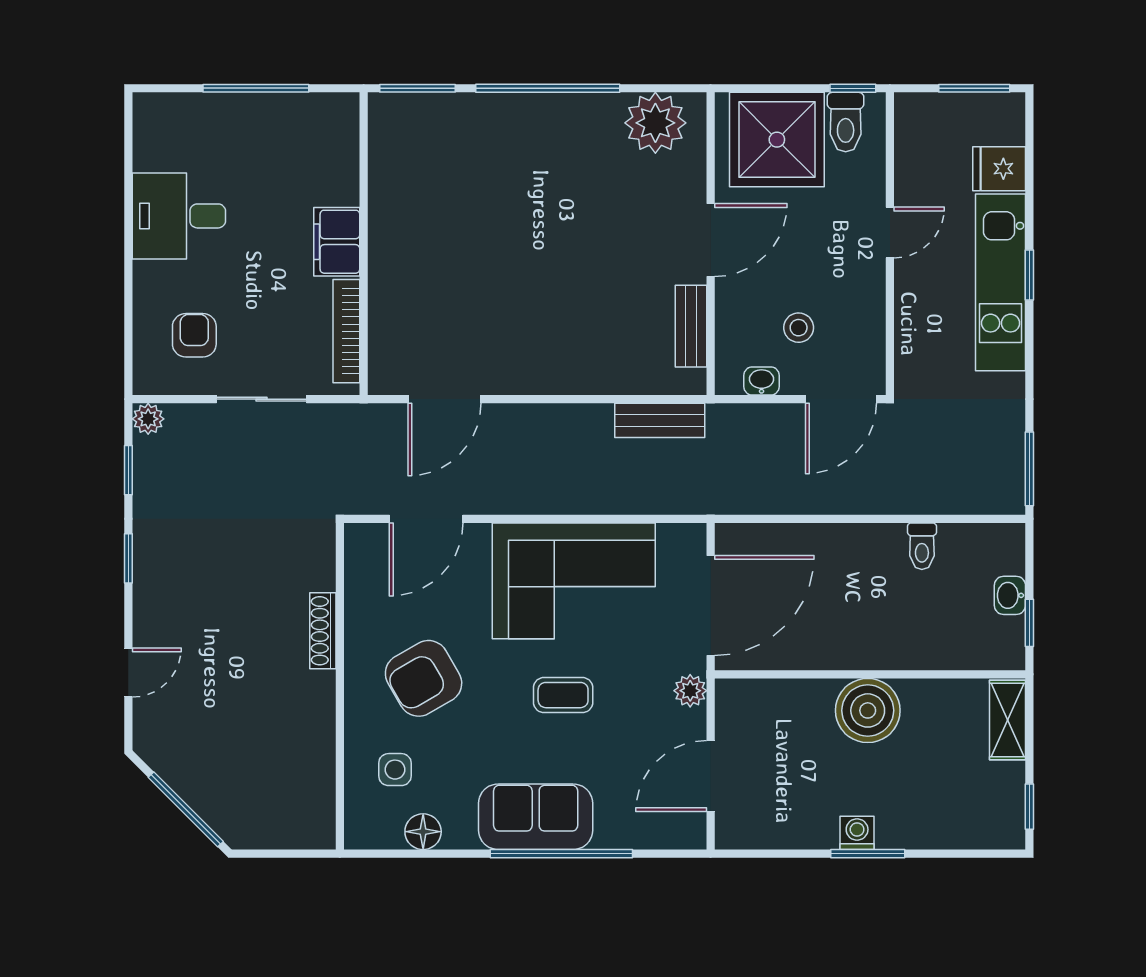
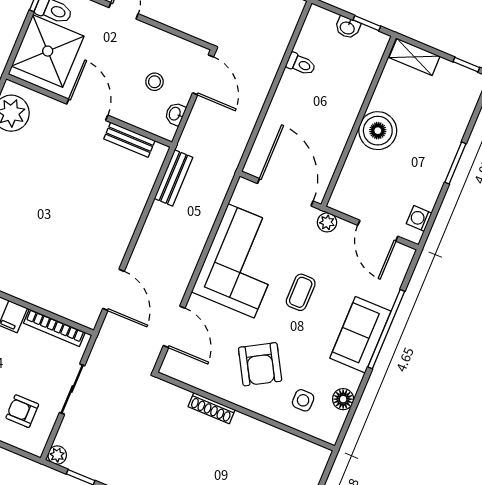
washing machine: (857, 833) -> (419, 218), moved

